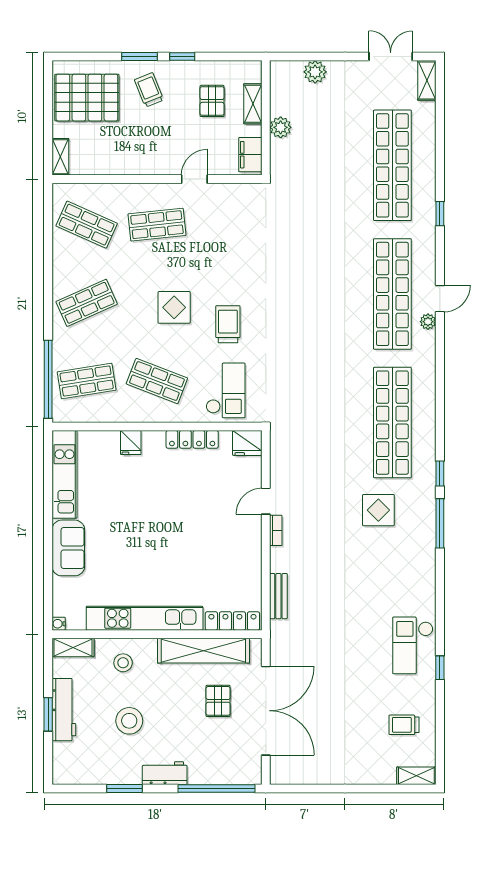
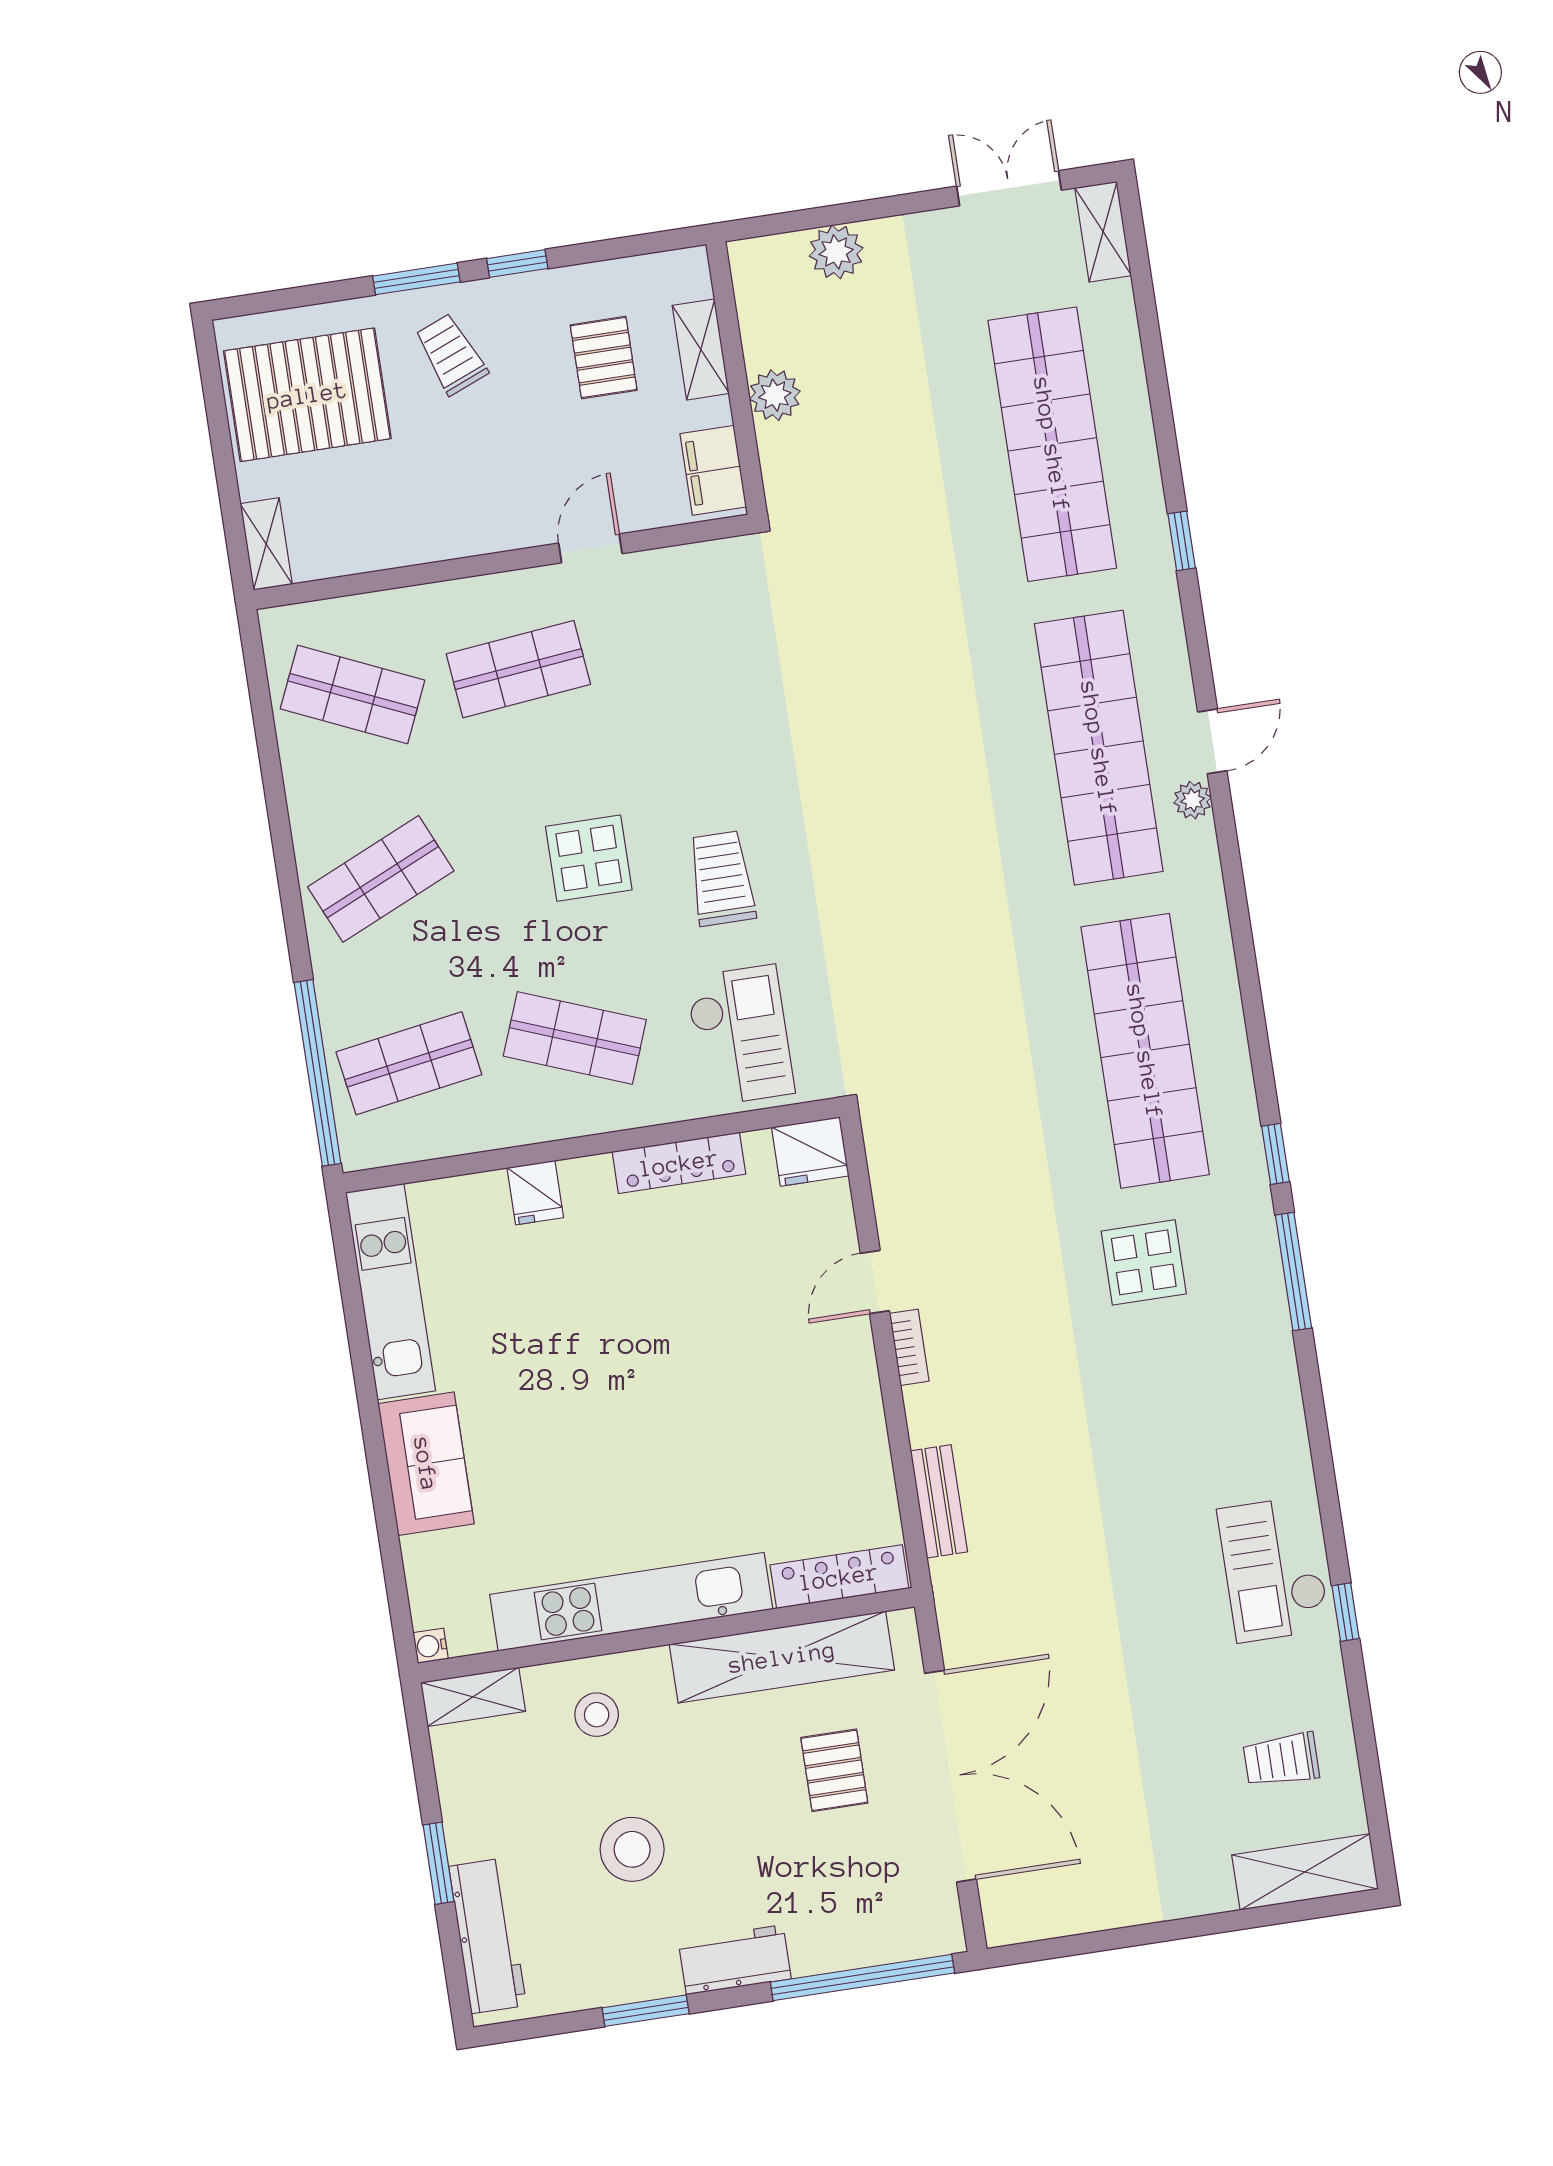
workbench: (64, 710) -> (488, 1936), moved
shelving: (416, 776) -> (1305, 1872), width x1.50, depth x1.33

